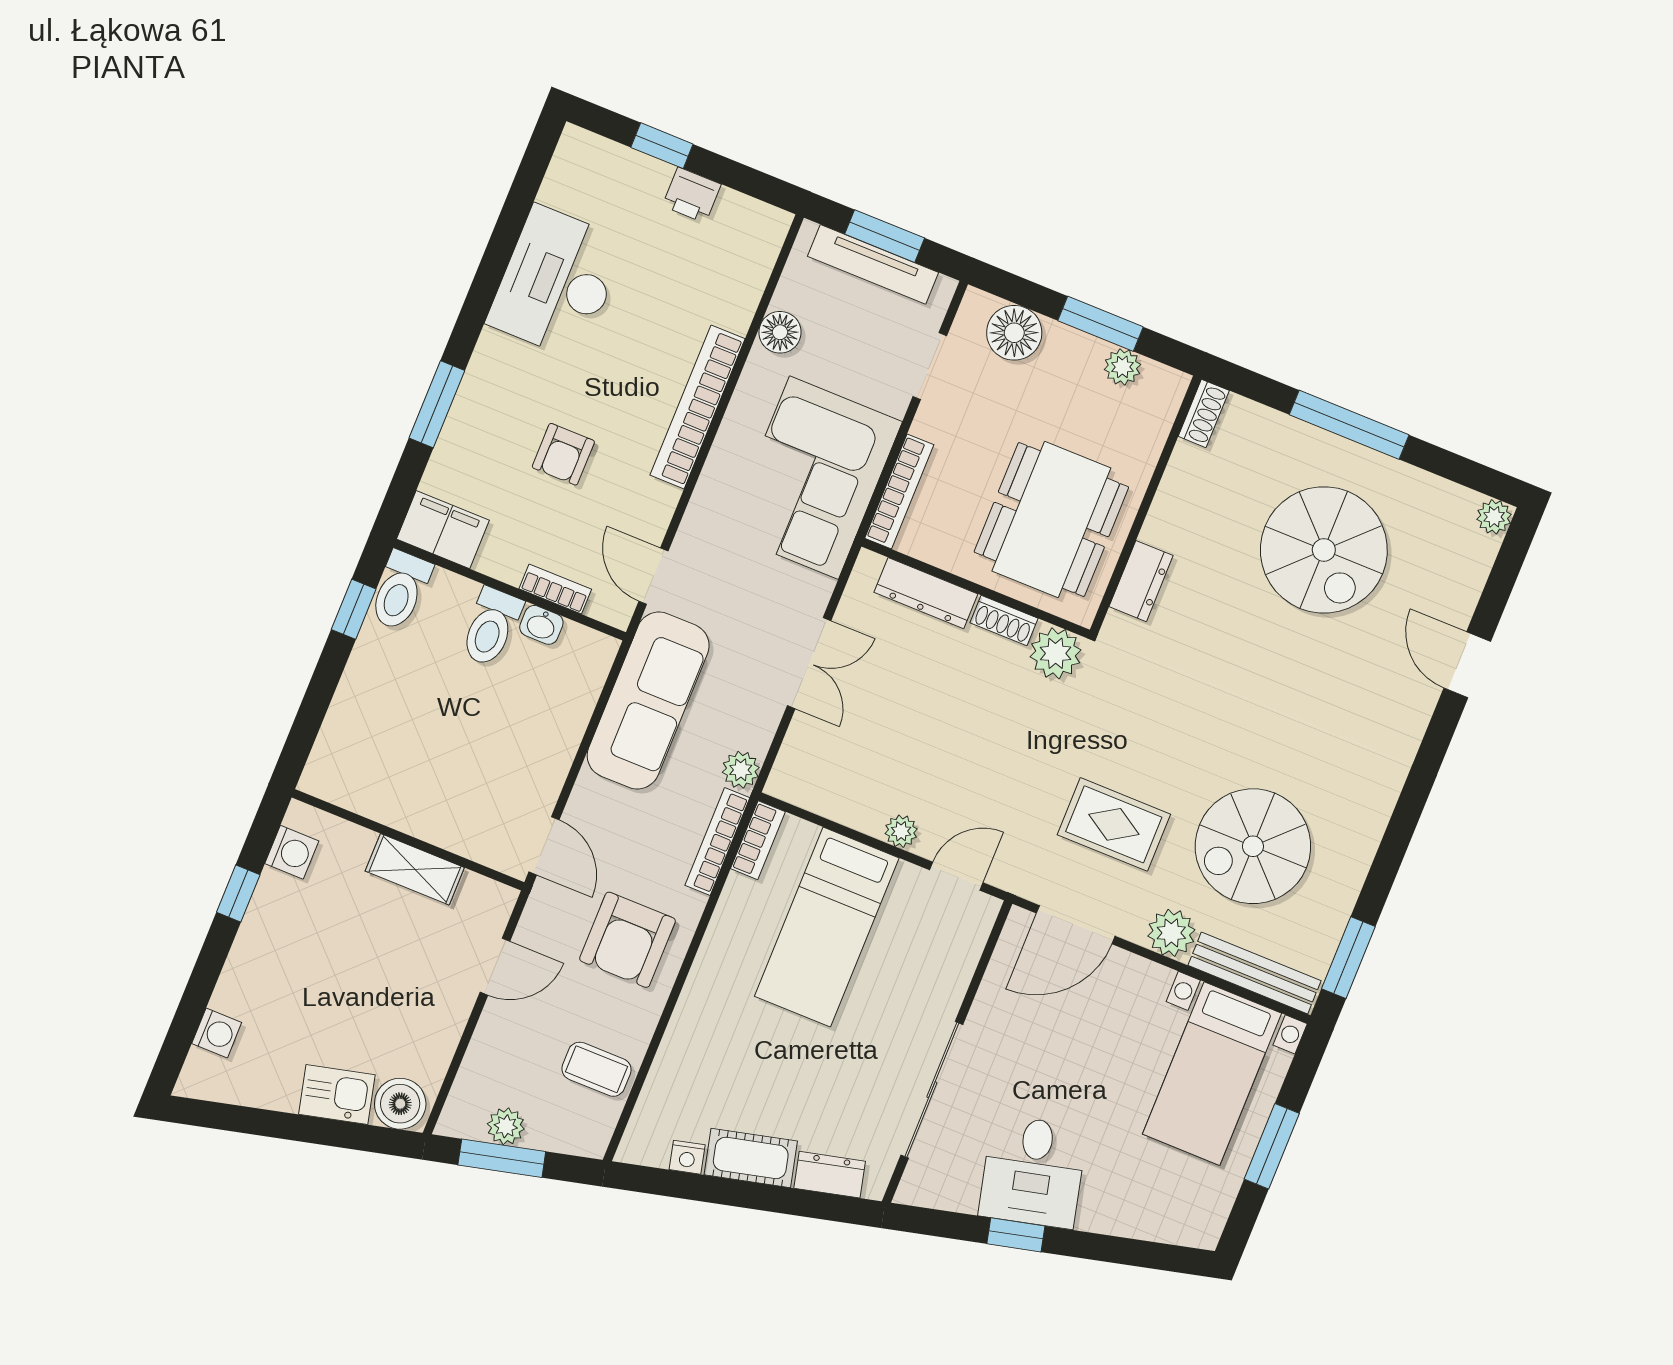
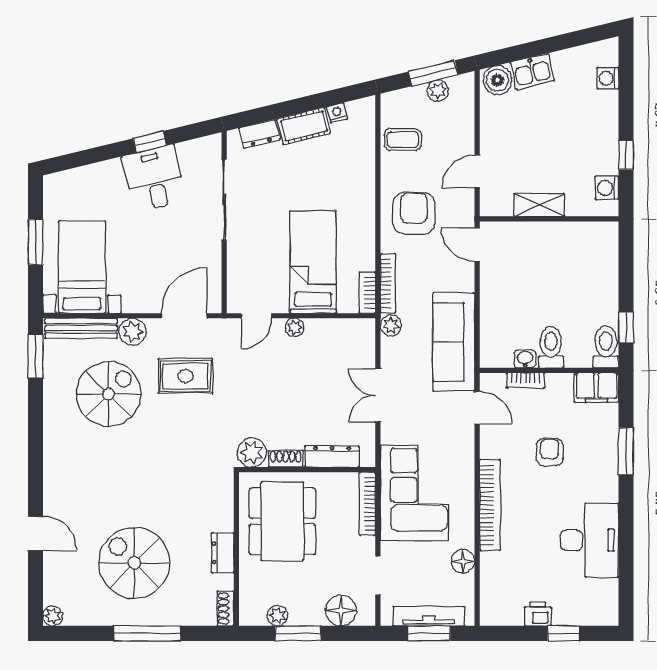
dresser: (1141, 581) -> (223, 553), moved

